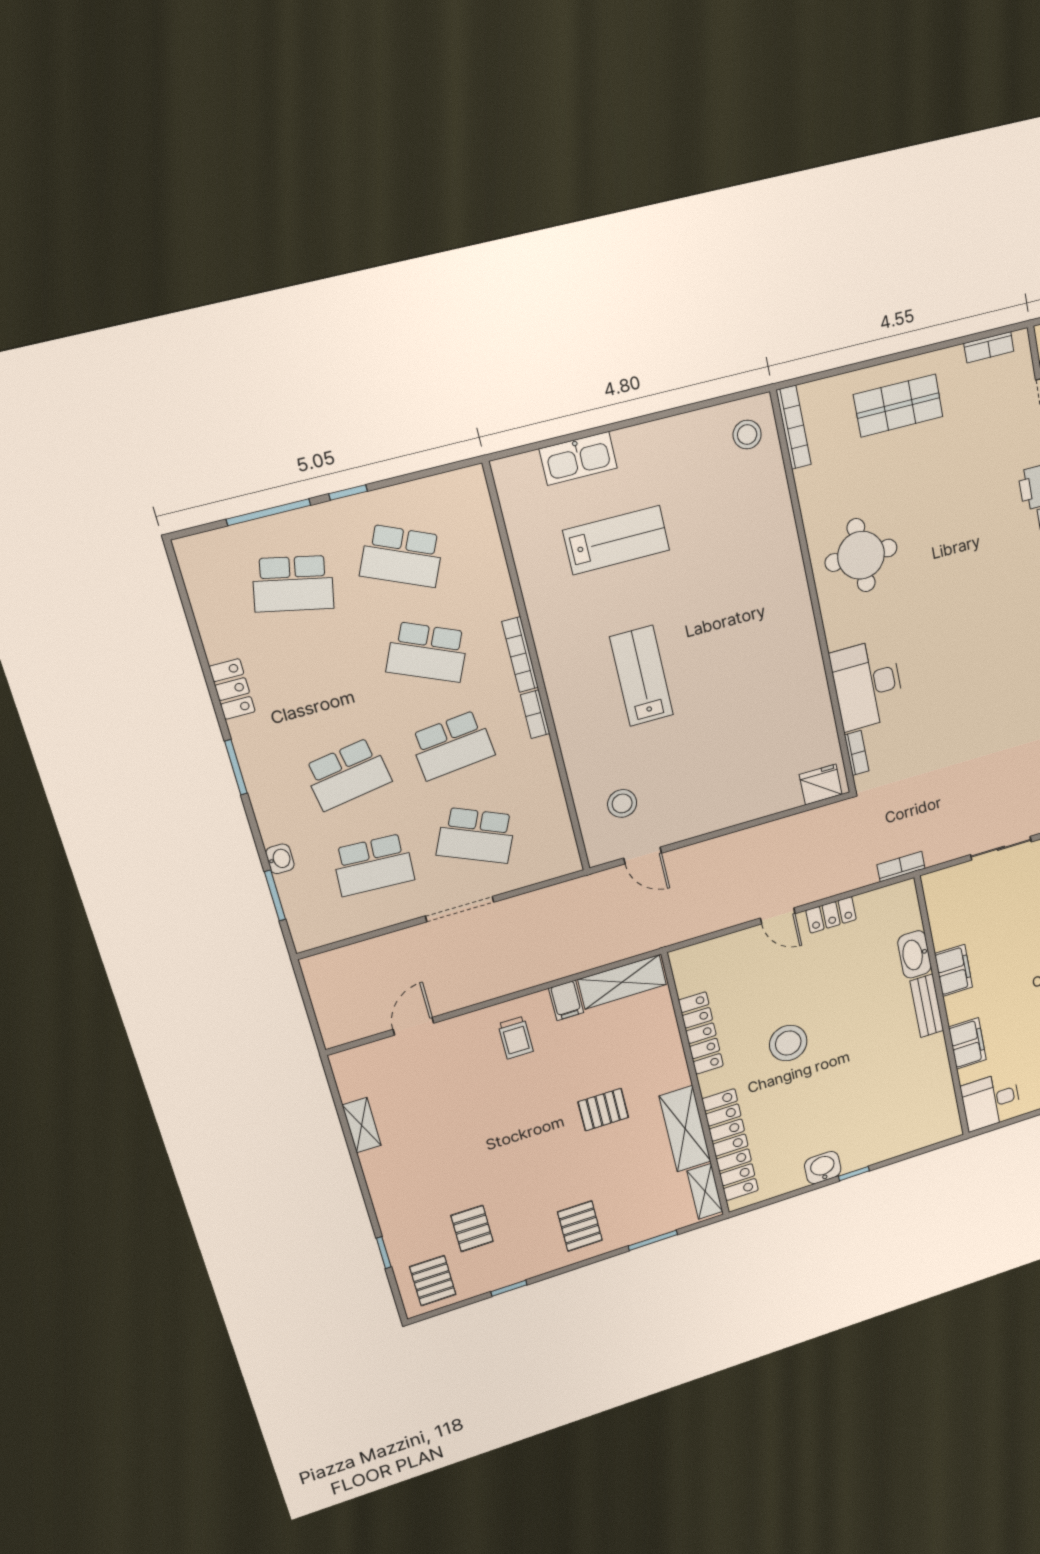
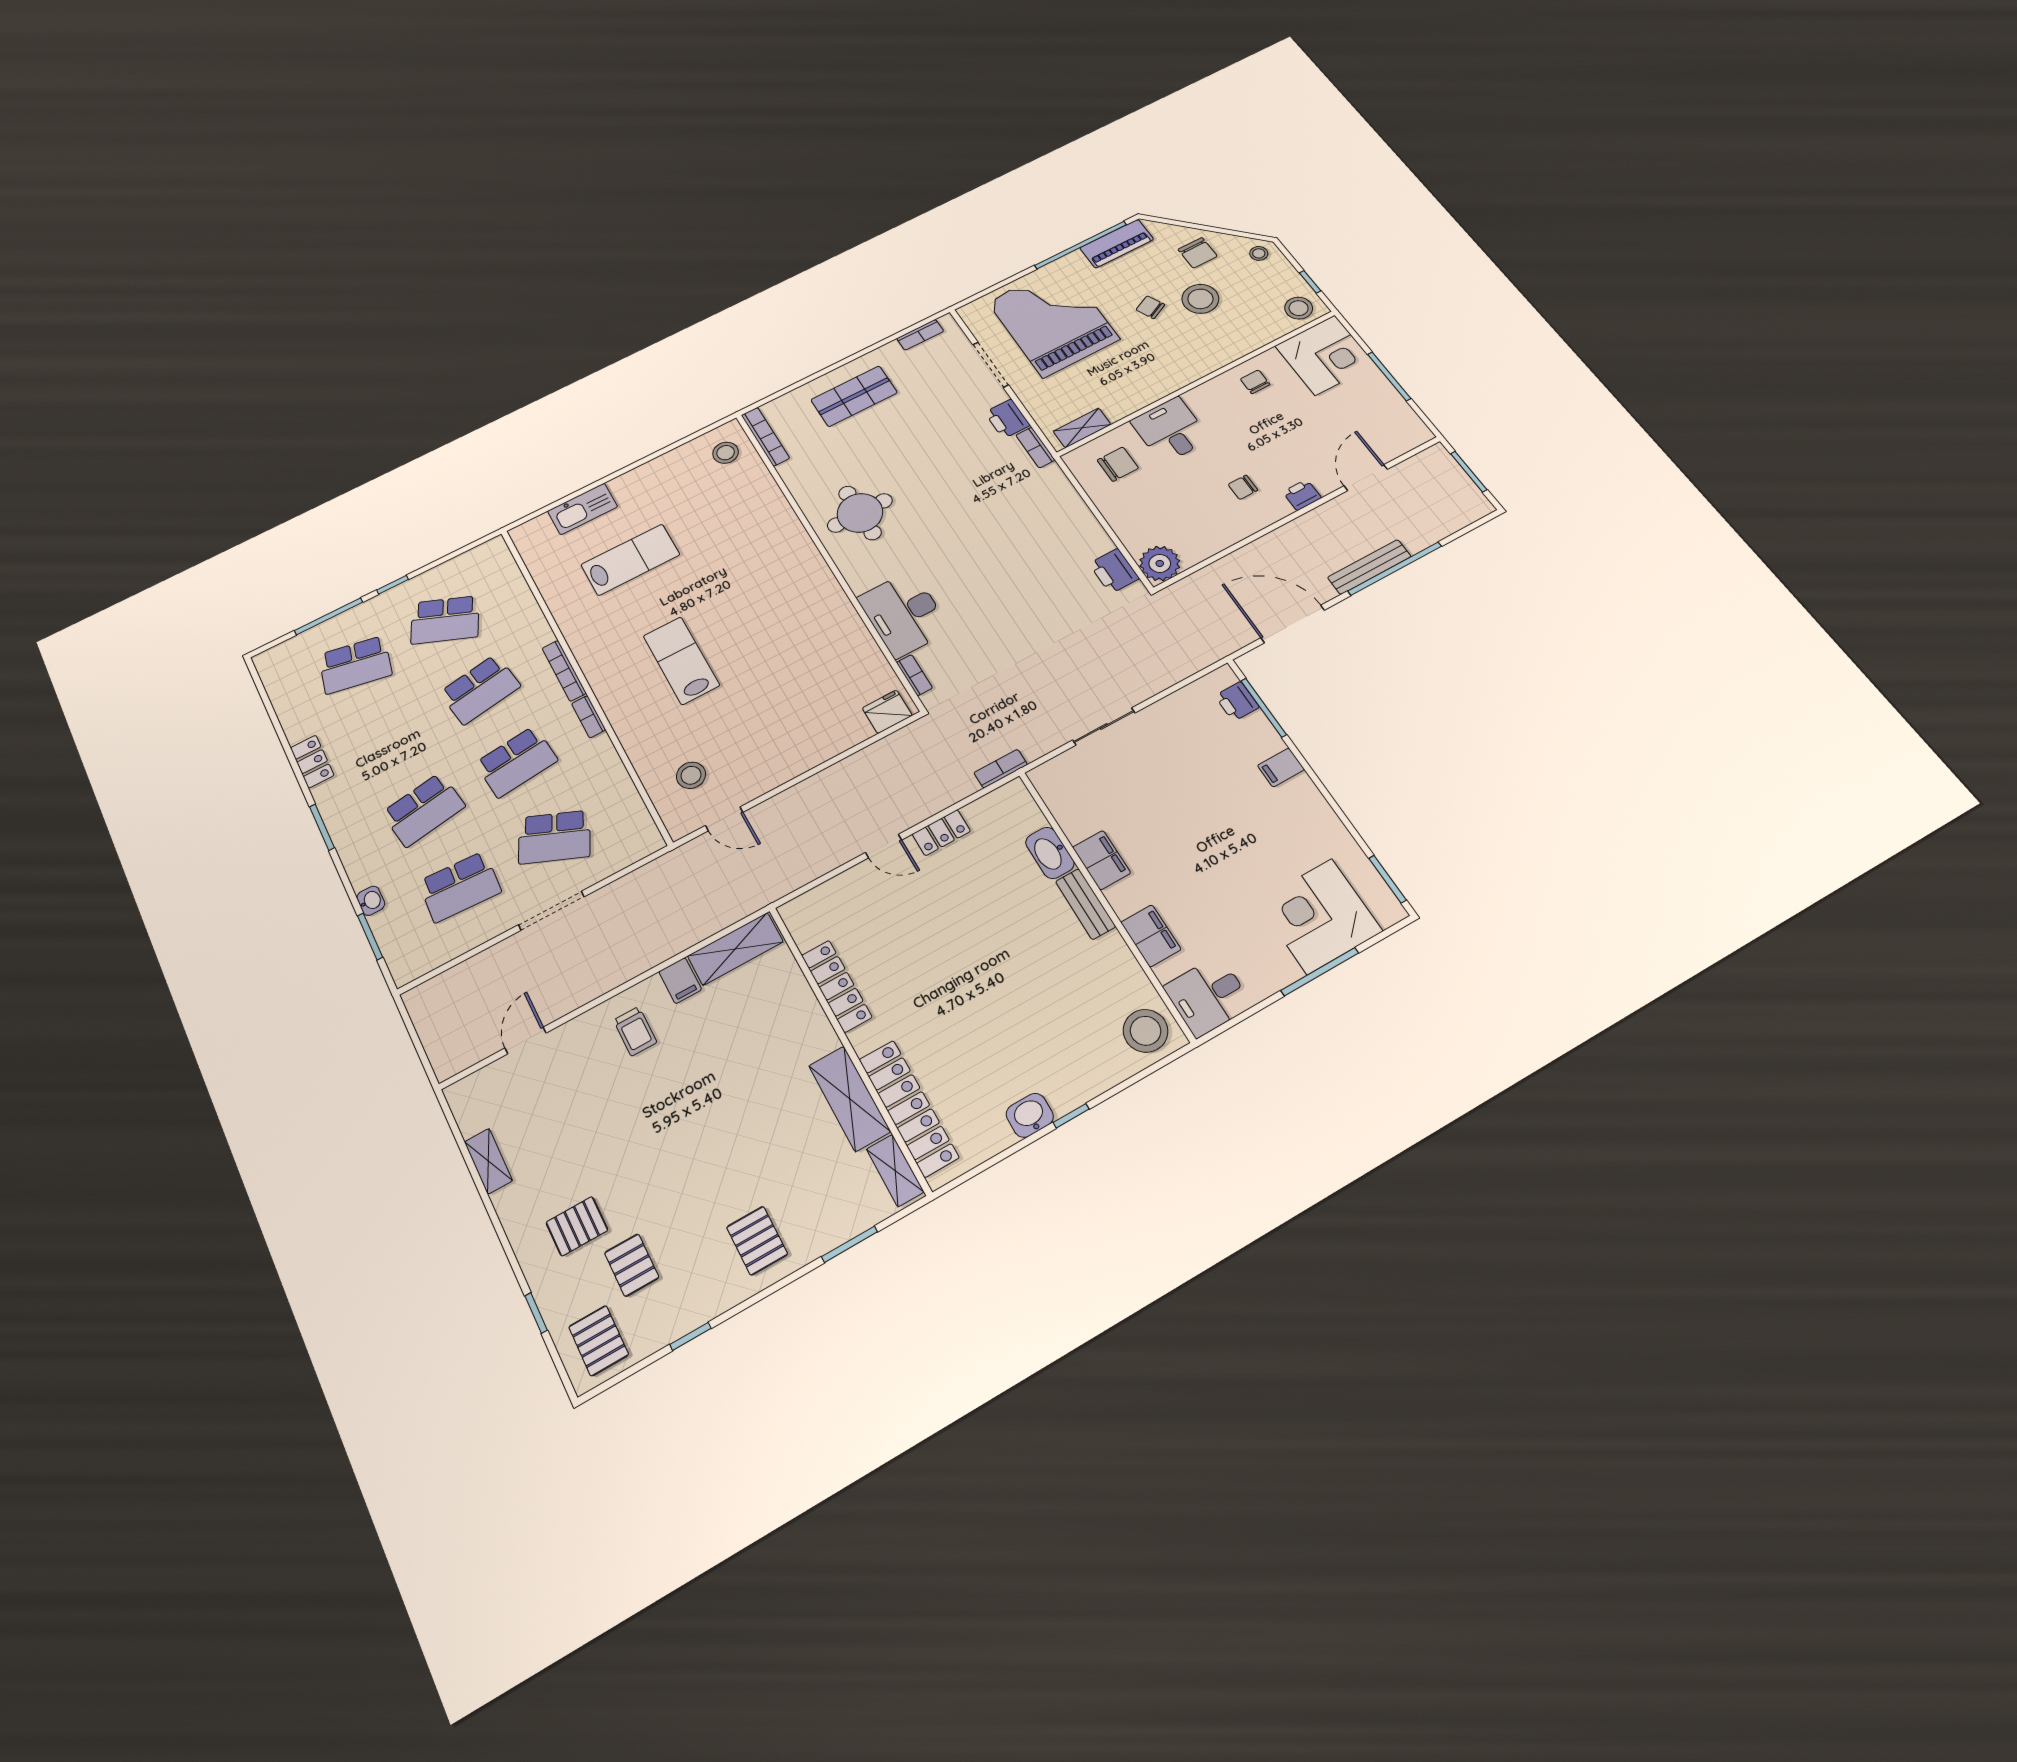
school desk: (427, 652) -> (480, 689), turned -33
stool: (788, 1043) -> (1146, 1031), moved
pallet: (603, 1110) -> (577, 1226), moved

